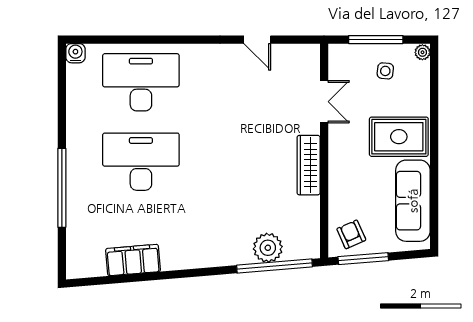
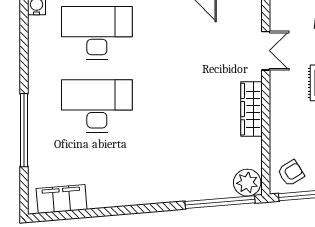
armchair: (351, 234) -> (291, 173), turned 82
plant: (268, 248) -> (247, 183), moved
filing cabinet: (133, 260) -> (62, 199), moved

